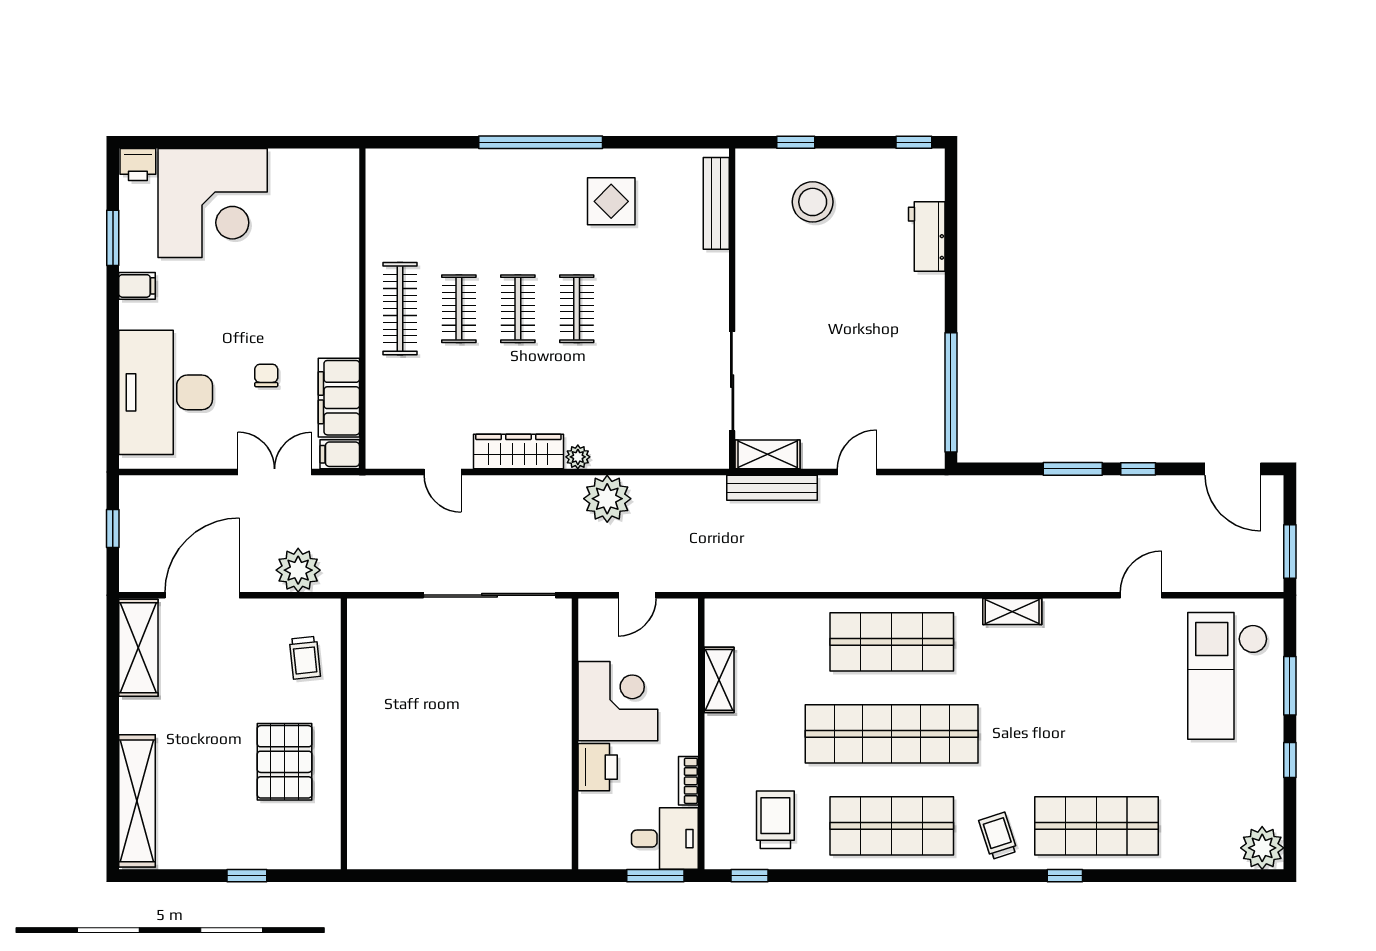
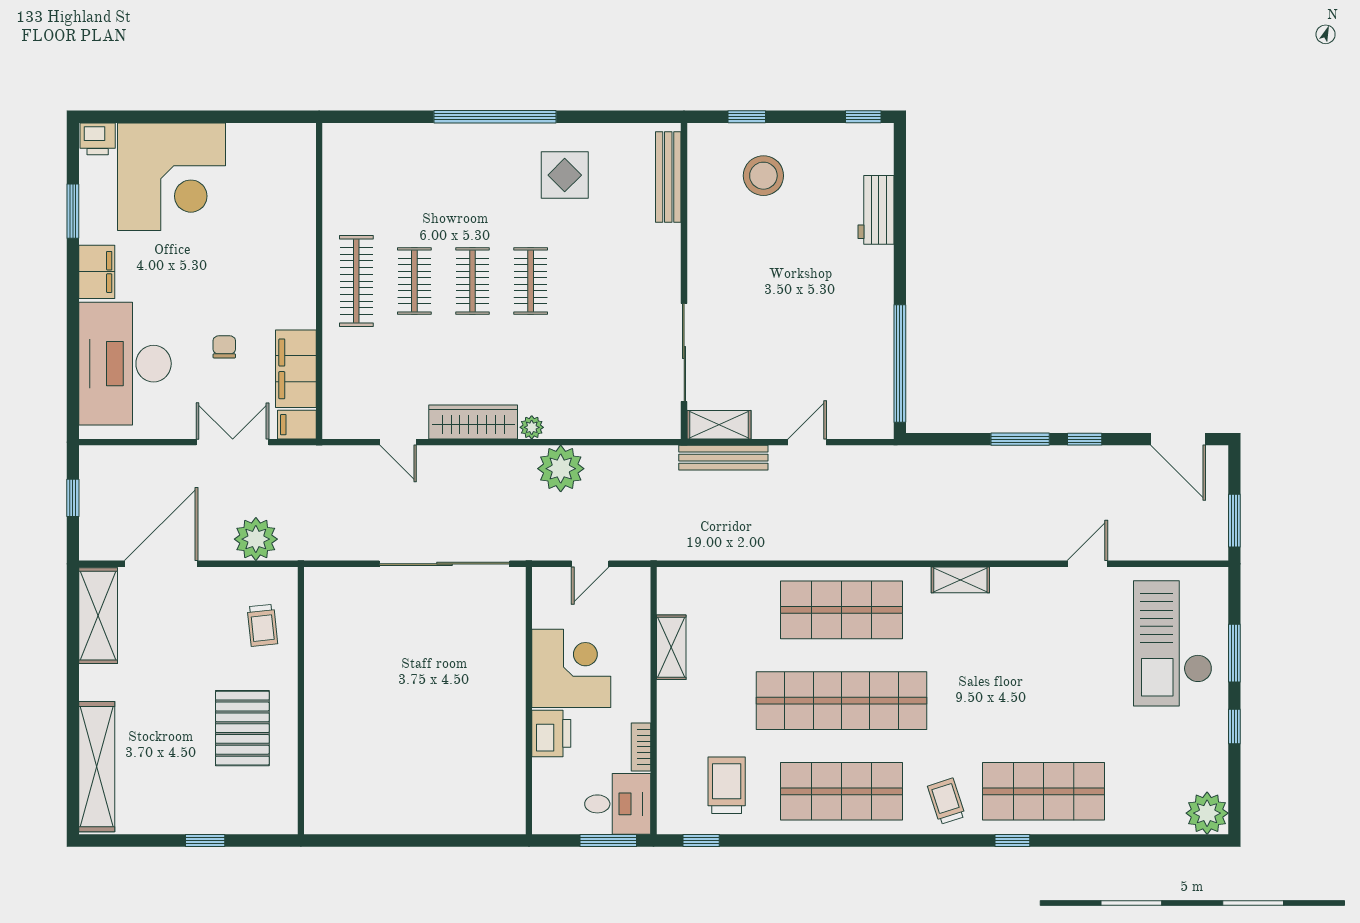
filing cabinet: (137, 286) -> (97, 272), width x2.00

